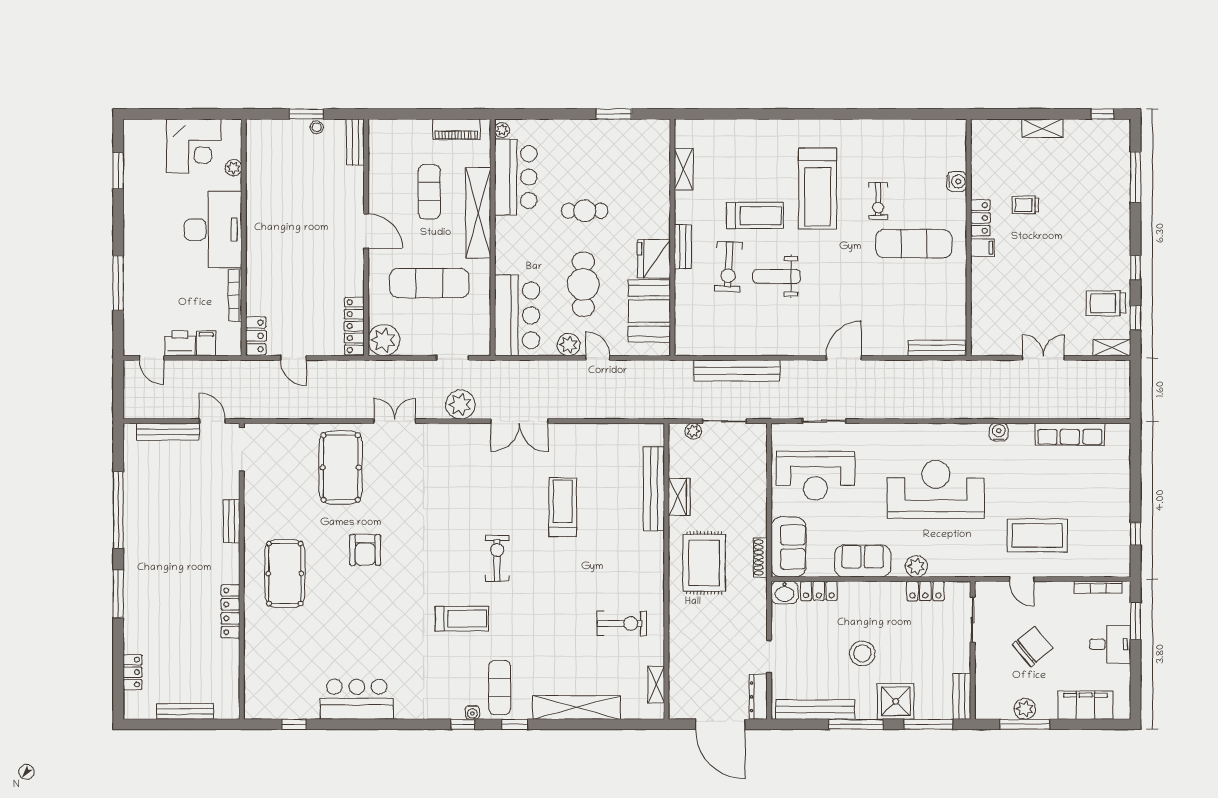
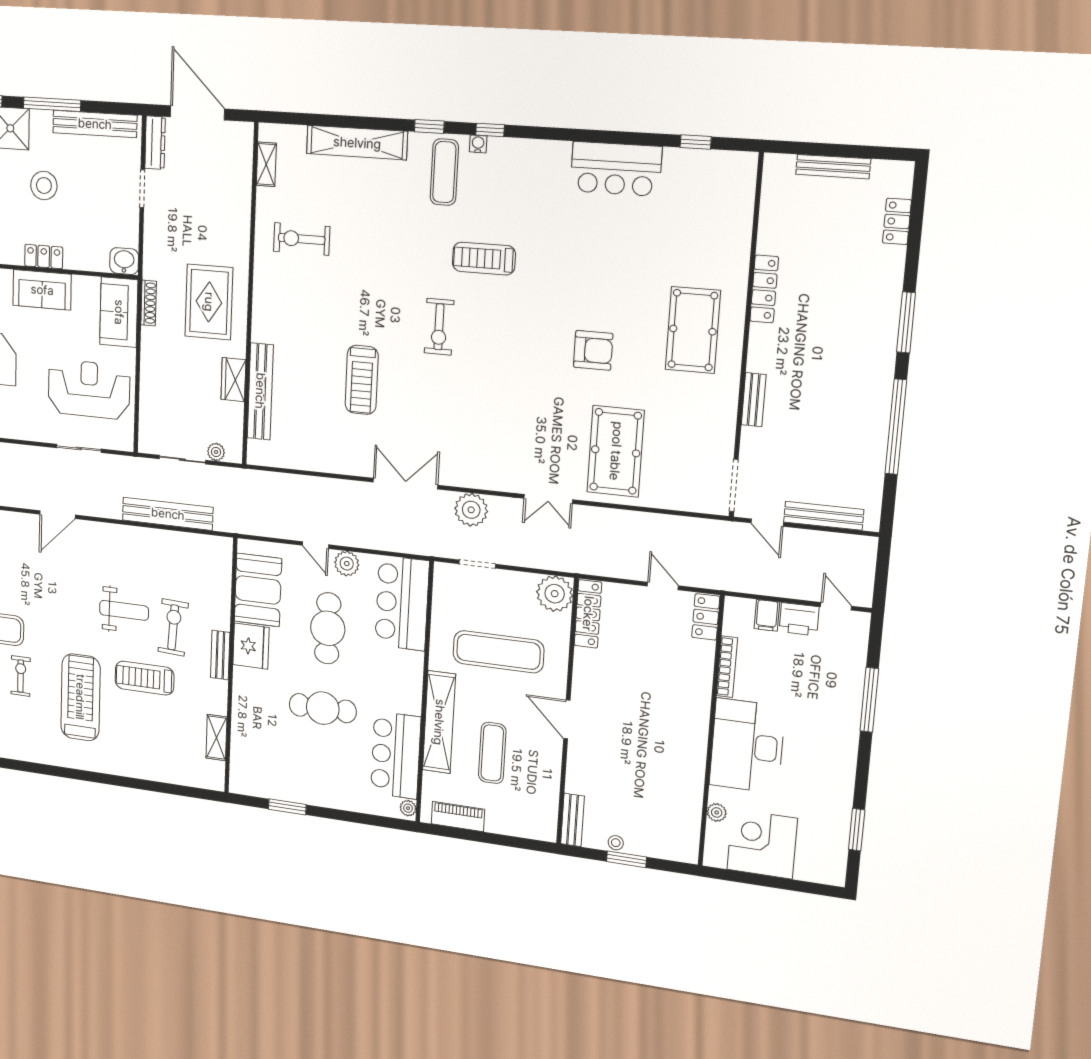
cafe table: (585, 211) -> (323, 708), width x1.37, depth x1.35
armchair: (365, 550) -> (593, 350), turned 90
locker: (819, 591) -> (44, 256), moved

